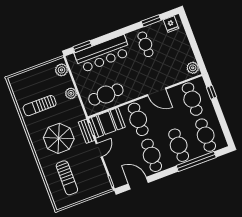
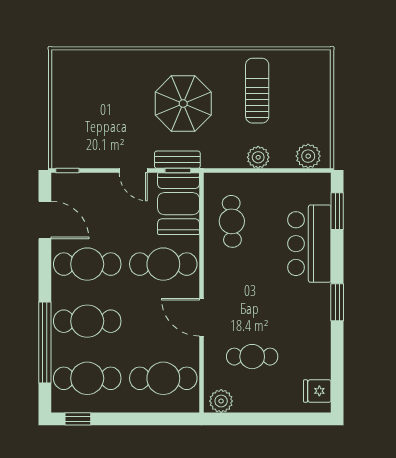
window: (151, 21) -> (337, 302), moved
cafe table: (145, 44) -> (252, 357), moved
bar counter: (103, 54) -> (309, 244), width x0.73
door: (157, 92) -> (201, 317), hinge flipped
window: (212, 92) -> (78, 419), moved
cafe table: (106, 94) -> (232, 221), width x0.73, depth x0.74
sun lounger: (67, 178) -> (104, 91), removed
door: (138, 183) -> (45, 220), hinge flipped

